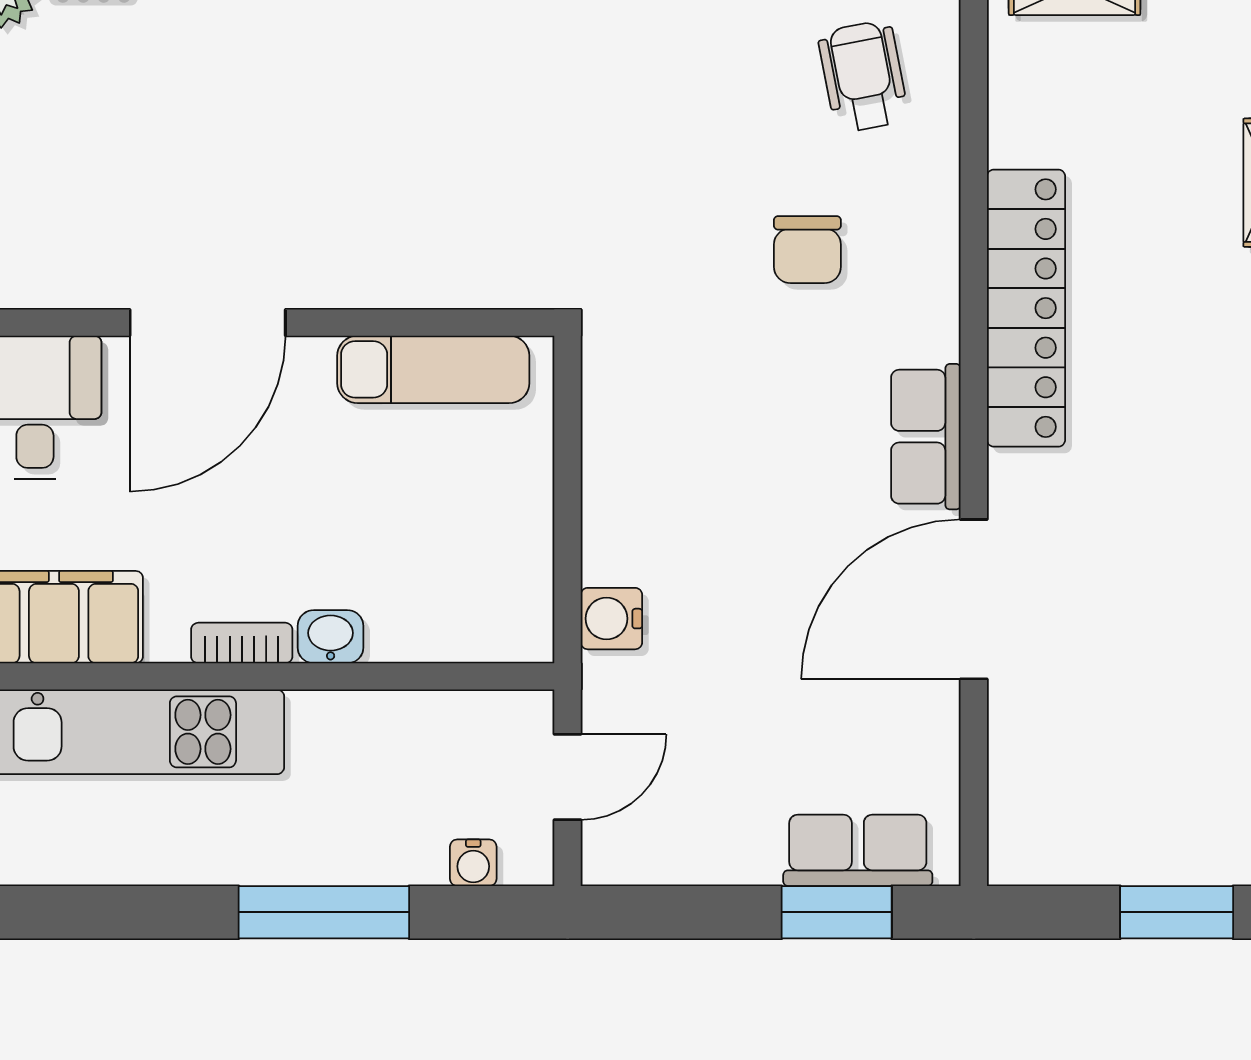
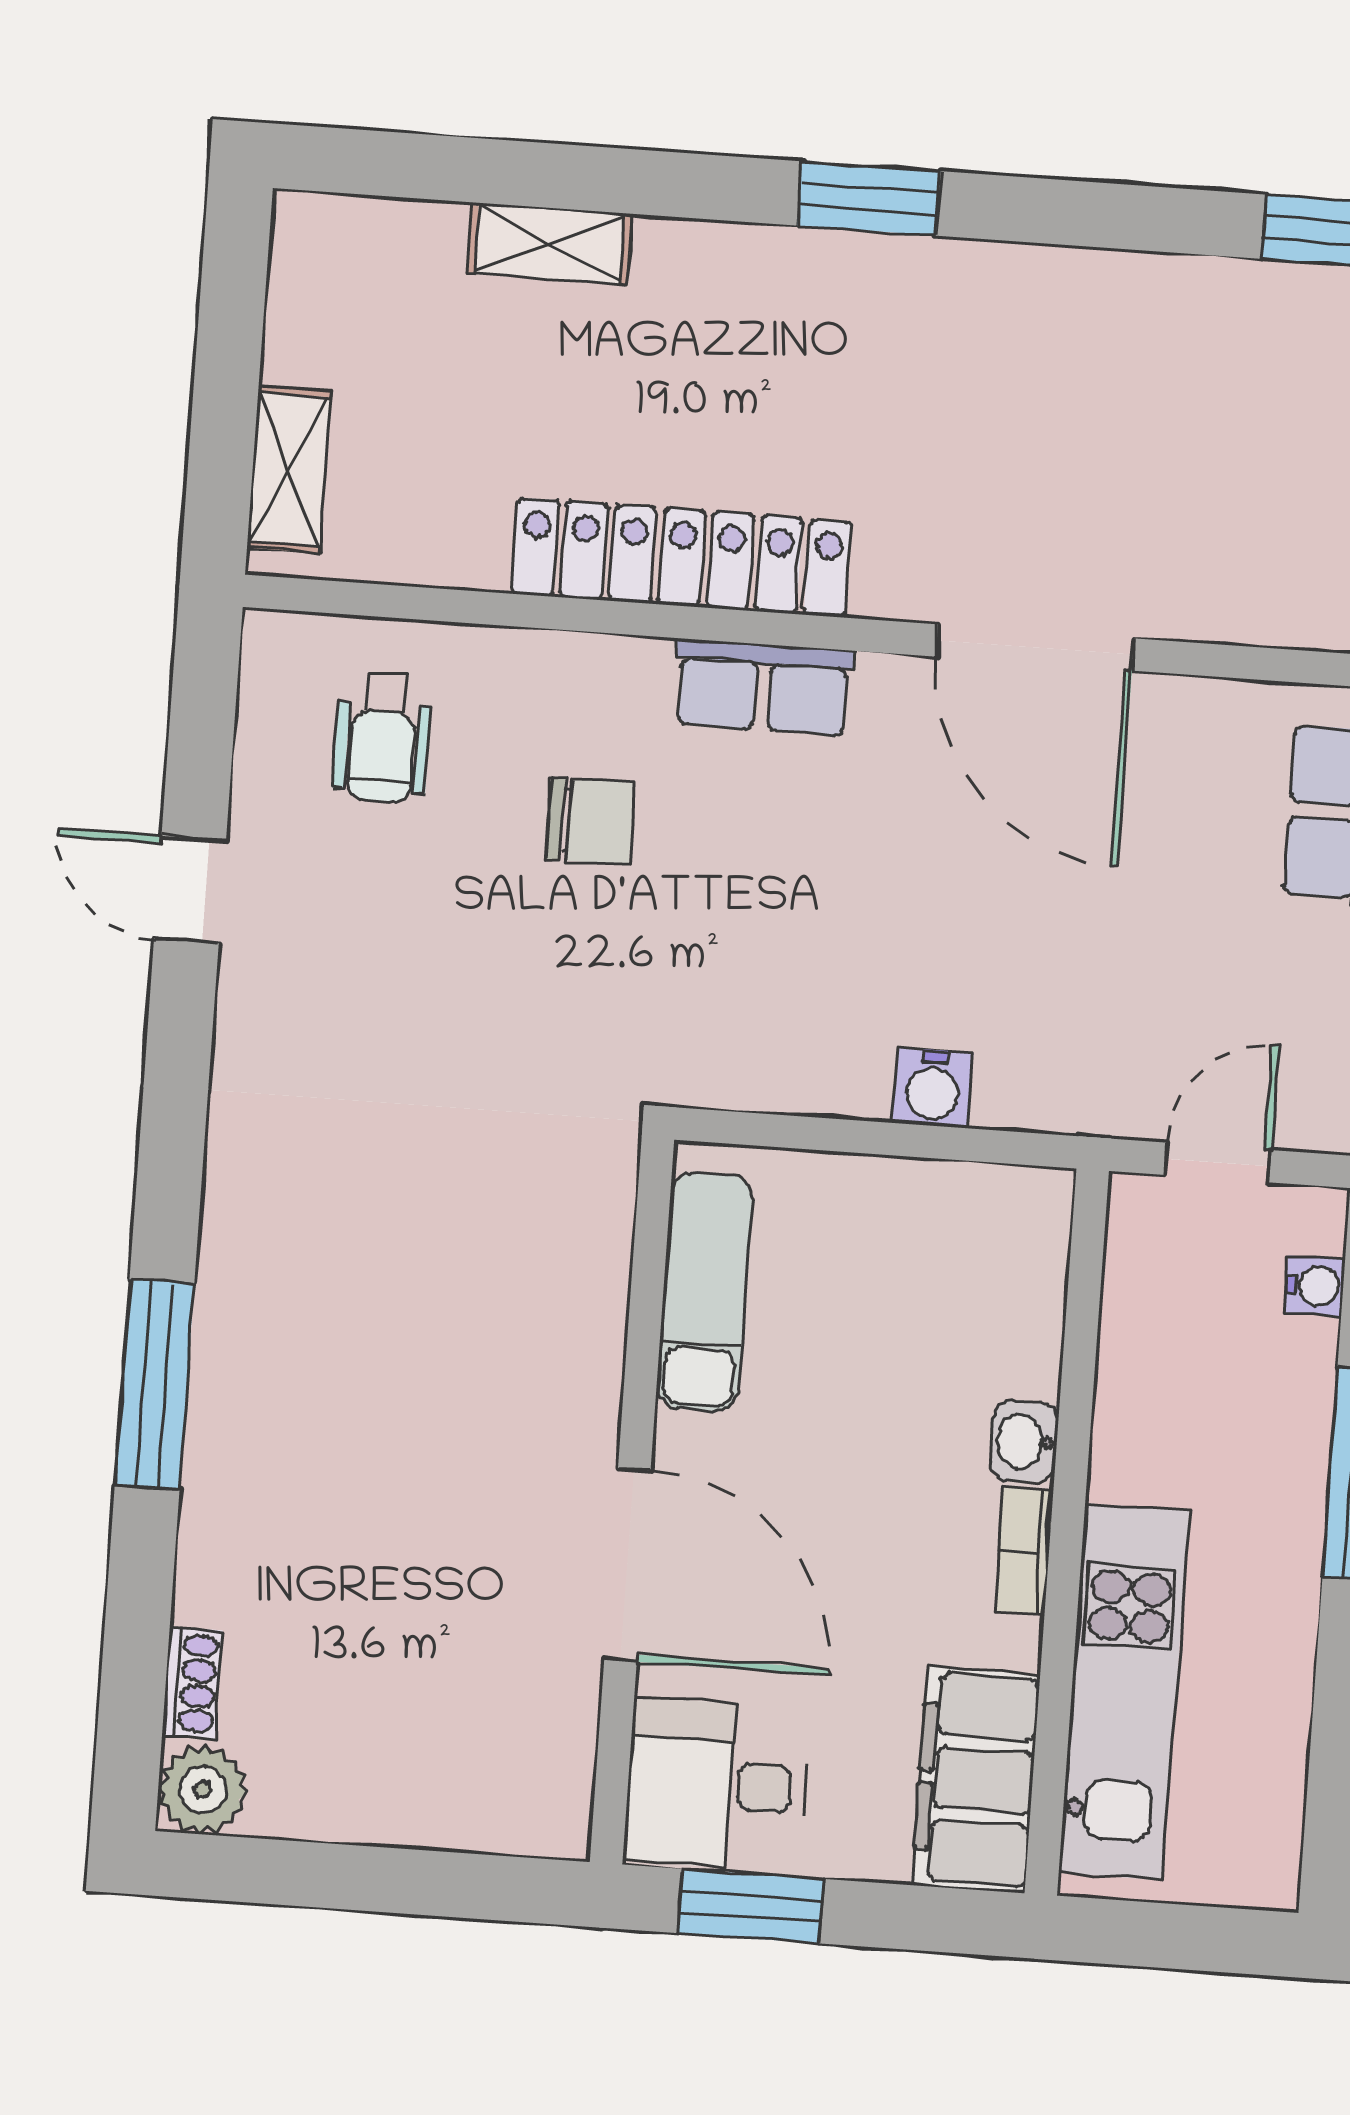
wheelchair: (863, 77) -> (383, 737), turned -79
row of seats: (926, 437) -> (763, 687), moved
water cooler: (611, 619) -> (933, 1088), moved
door: (568, 777) -> (1218, 1162), hinge flipped

